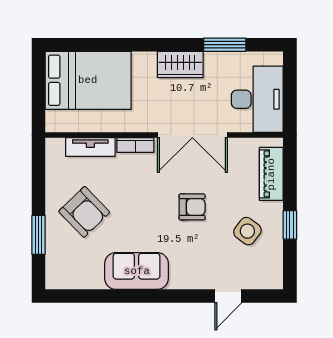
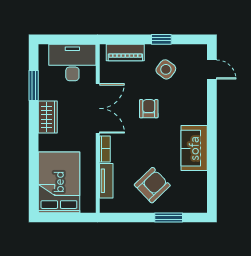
door: (228, 296) -> (212, 70), moved

